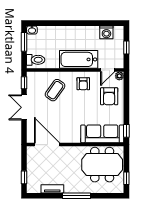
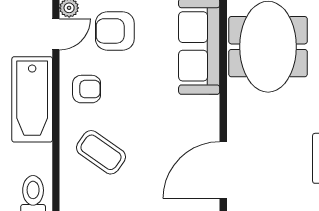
door: (108, 70) -> (56, 34), hinge flipped
armchair: (109, 96) -> (115, 31), turned 180

